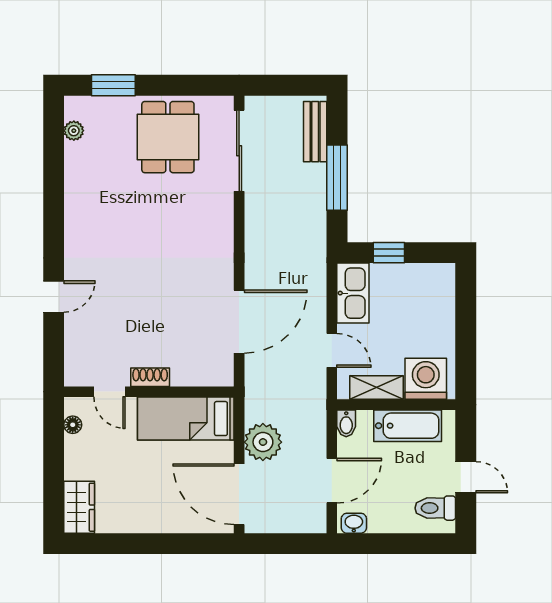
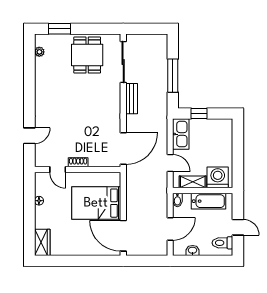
bench: (315, 132) -> (132, 99), moved
shoe rack: (150, 377) -> (78, 162), moved
door: (109, 392) -> (58, 170), moved
wall: (149, 392) -> (78, 170), moved
bed: (186, 419) -> (96, 203), width x1.50
plant: (263, 442) -> (135, 209), removed
washbasin: (354, 523) -> (193, 251), moved

